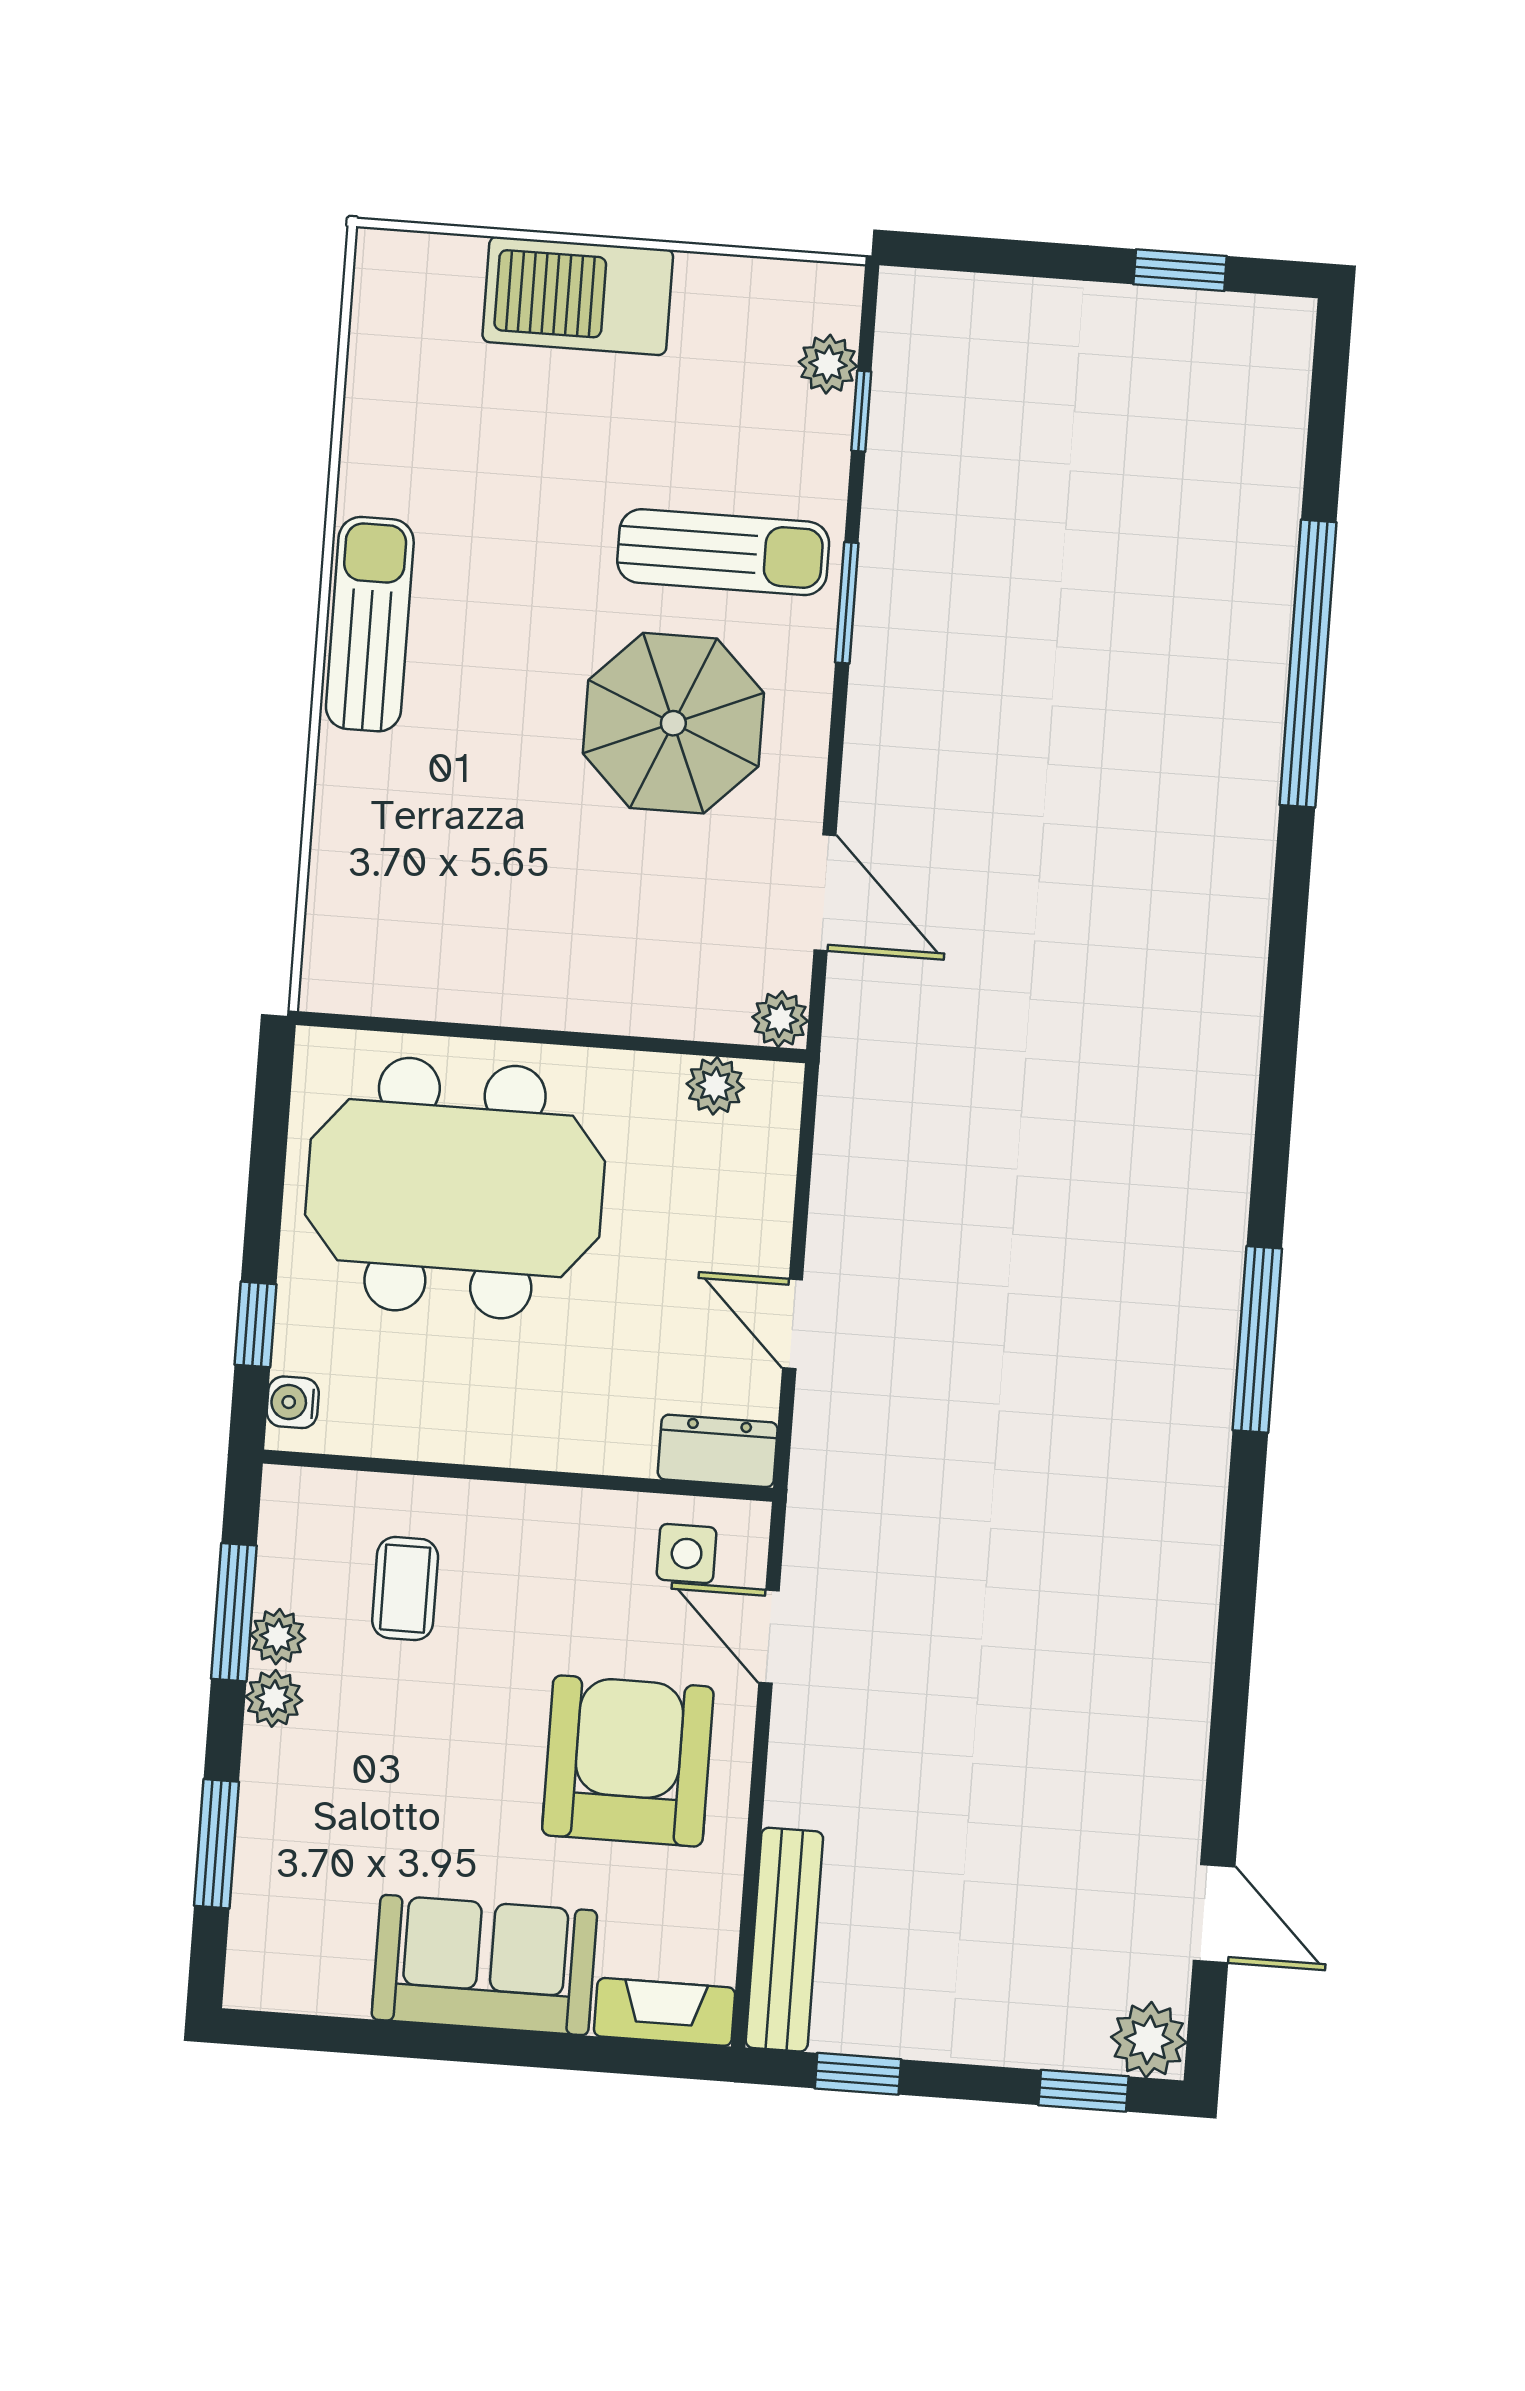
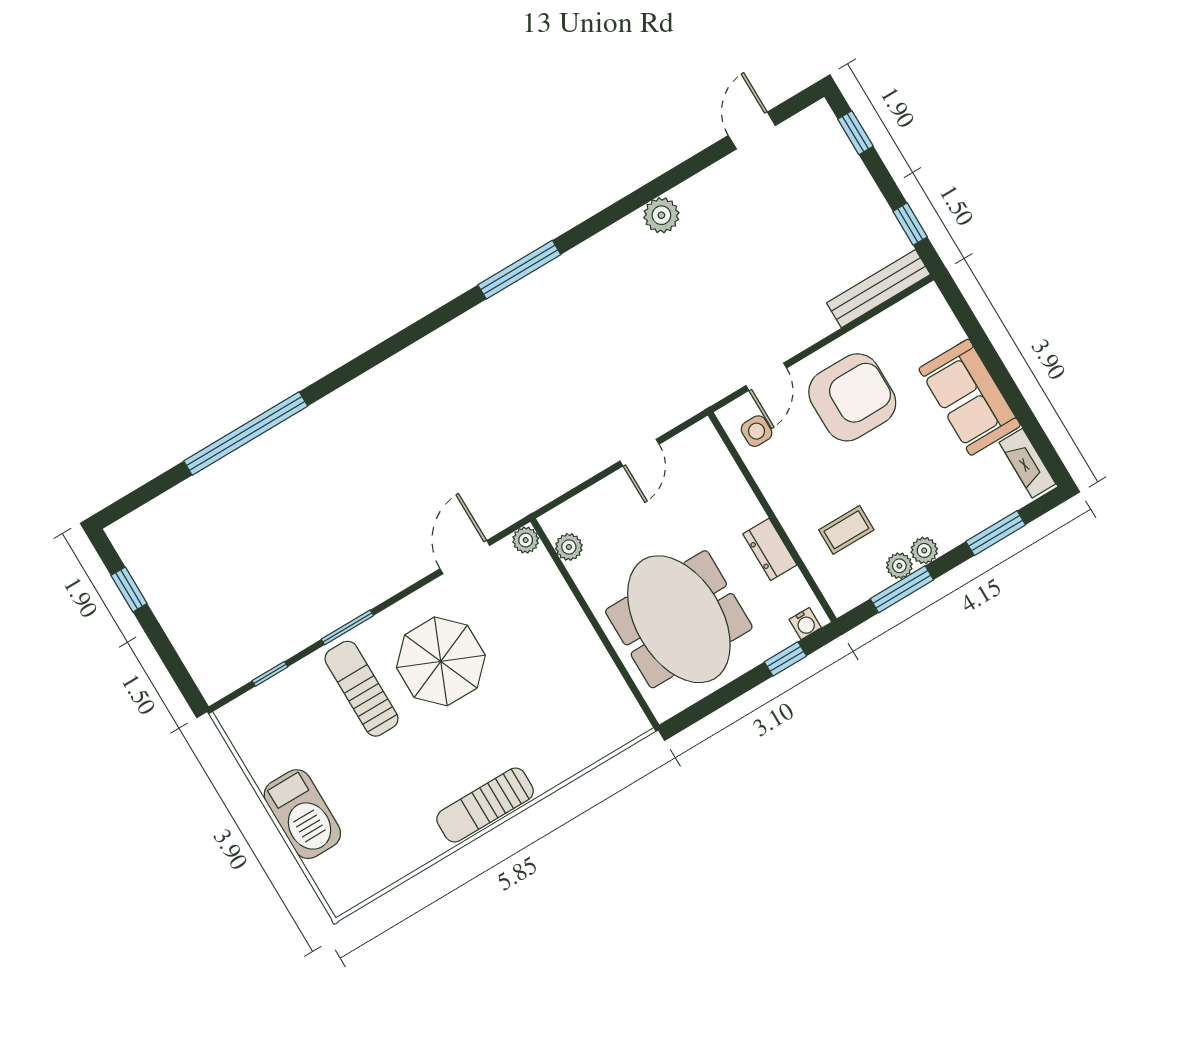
plant: (828, 364) -> (261, 699), removed
dresser: (718, 1451) -> (770, 549), moved
armchair: (628, 1761) -> (852, 397), turned 180
fireplace: (665, 2012) -> (1027, 463), moved
plant: (1149, 2040) -> (661, 215), moved

